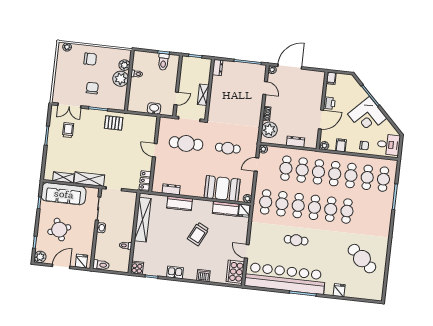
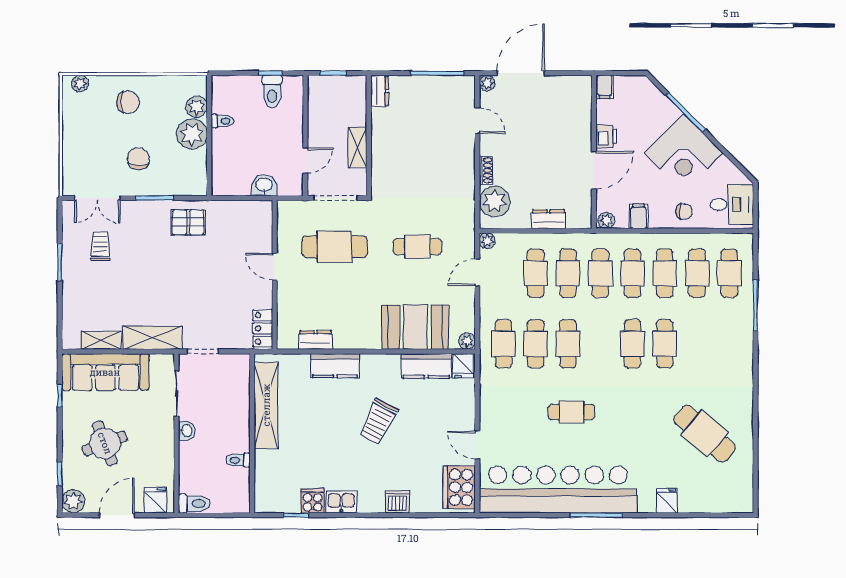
cafe table: (314, 207) -> (600, 344), removed
cooker: (137, 268) -> (313, 501), moved

